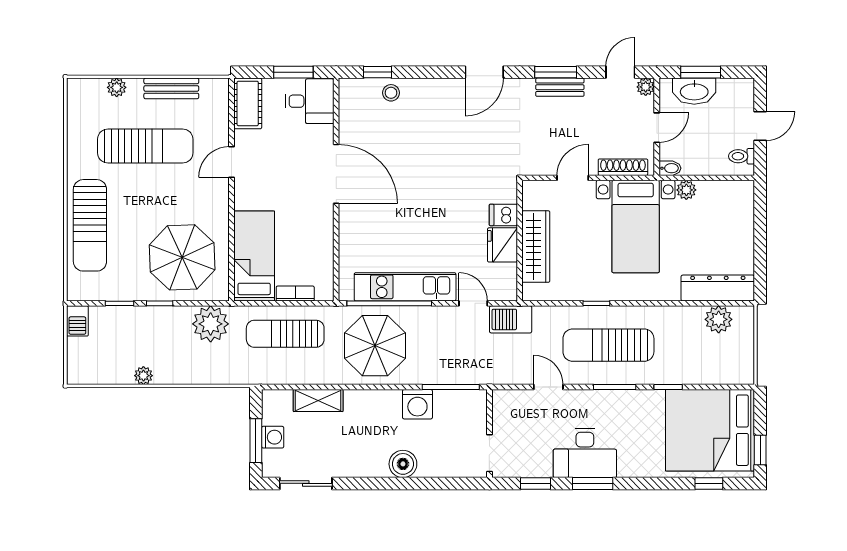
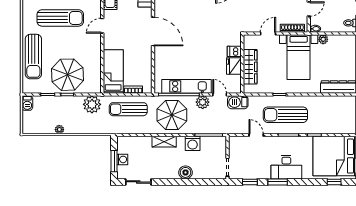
parasol: (182, 257) -> (67, 75), moved
plant: (719, 319) -> (203, 102), moved
shelving: (318, 401) -> (164, 142), moved
desk: (585, 453) -> (286, 167), moved

